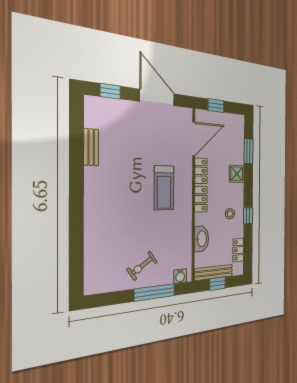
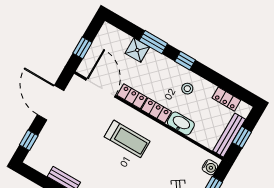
door: (157, 98) -> (51, 103), hinge flipped
window: (249, 151) -> (153, 42), moved
shower: (237, 174) -> (137, 50), moved
window: (248, 216) -> (185, 61), moved
washbasin: (202, 239) -> (181, 123), moved

